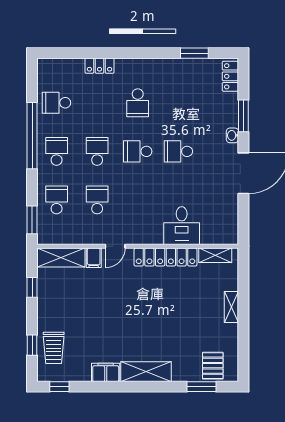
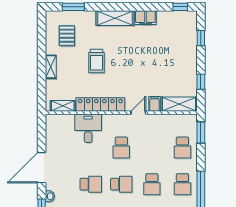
school desk: (97, 200) -> (121, 148), moved
trolley: (54, 348) -> (97, 61), moved, turned 180
pallet: (213, 366) -> (67, 36), moved

